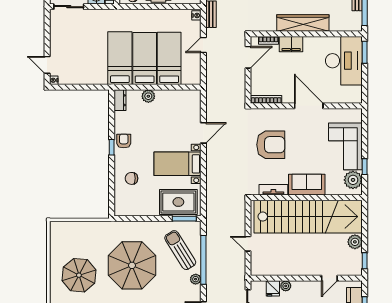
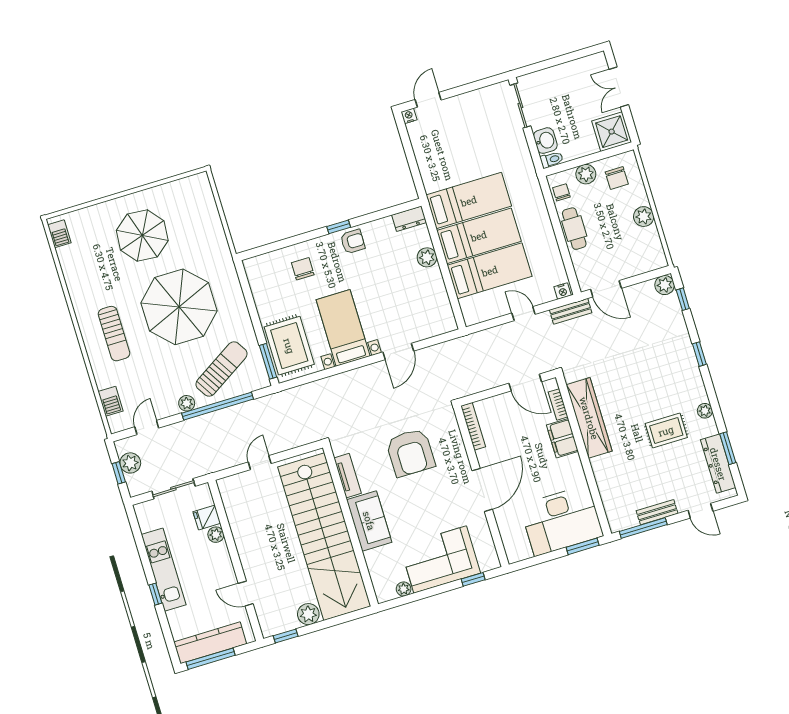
wardrobe: (303, 23) -> (589, 418), moved
door: (203, 133) -> (398, 351), hinge flipped
window: (365, 167) -> (473, 579), moved
plant: (353, 180) -> (404, 589), width x0.53, depth x0.53

